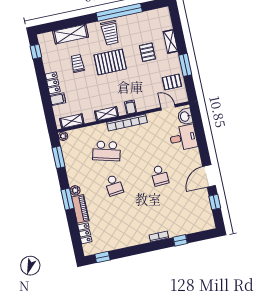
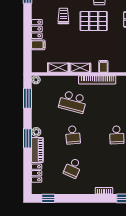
shelving: (72, 121) -> (58, 68), moved
school desk: (121, 220) -> (73, 168), added

